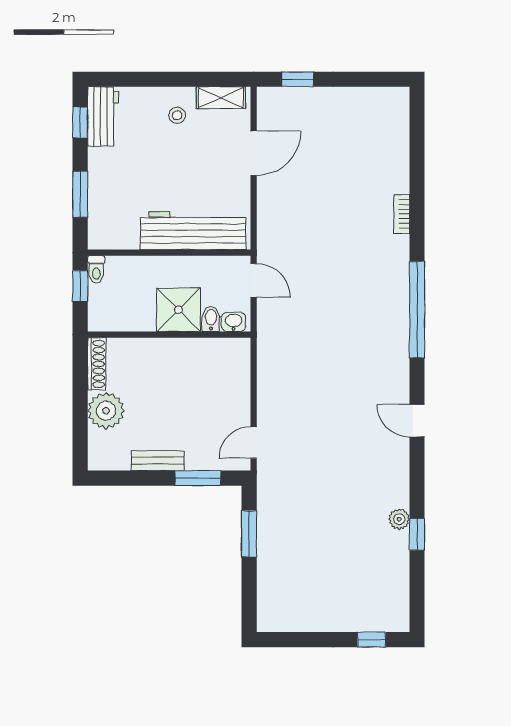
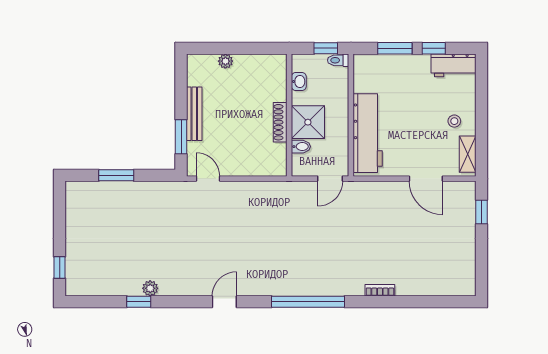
window: (80, 122) -> (434, 48), moved
washbasin: (234, 322) -> (299, 82), moved
shoe rack: (97, 364) -> (280, 122), moved, turned 90
plant: (106, 411) -> (225, 61), width x0.53, depth x0.53
bench: (158, 461) -> (194, 114), width x1.36
window: (249, 534) -> (116, 175), moved

